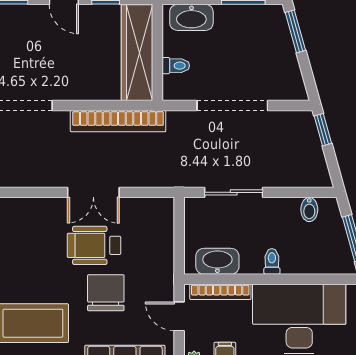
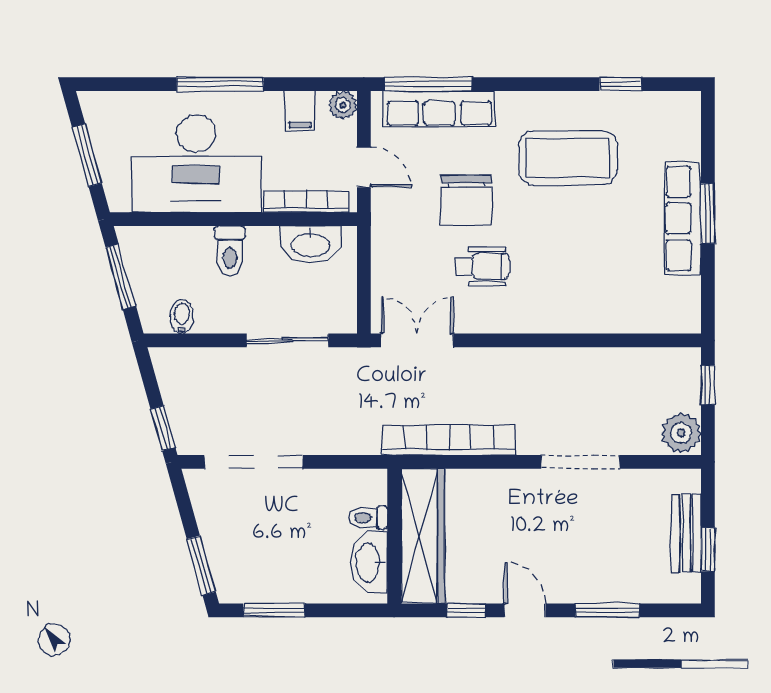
washbasin: (191, 17) -> (369, 562), moved, turned -90
doorway: (232, 106) -> (254, 462), moved
double door: (93, 192) -> (417, 340), moved
wheelchair: (94, 245) -> (483, 266), width x0.73, depth x0.73
toilet: (272, 261) -> (230, 251), width x1.37, depth x1.39

